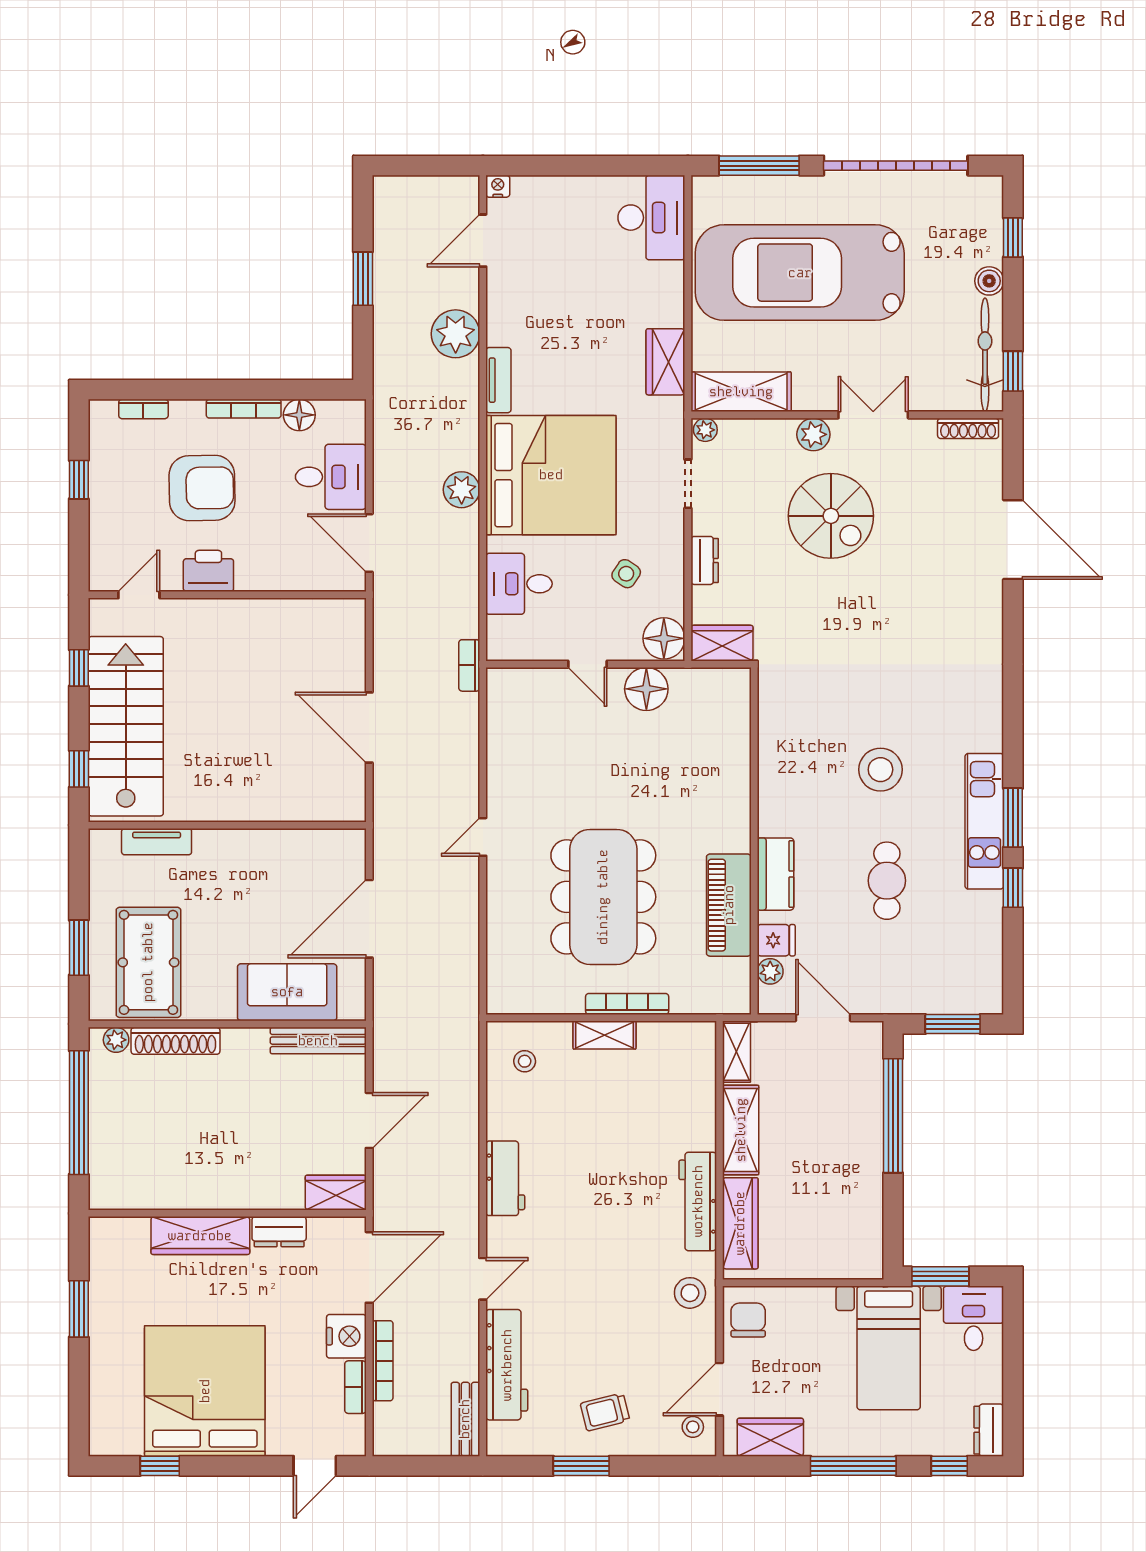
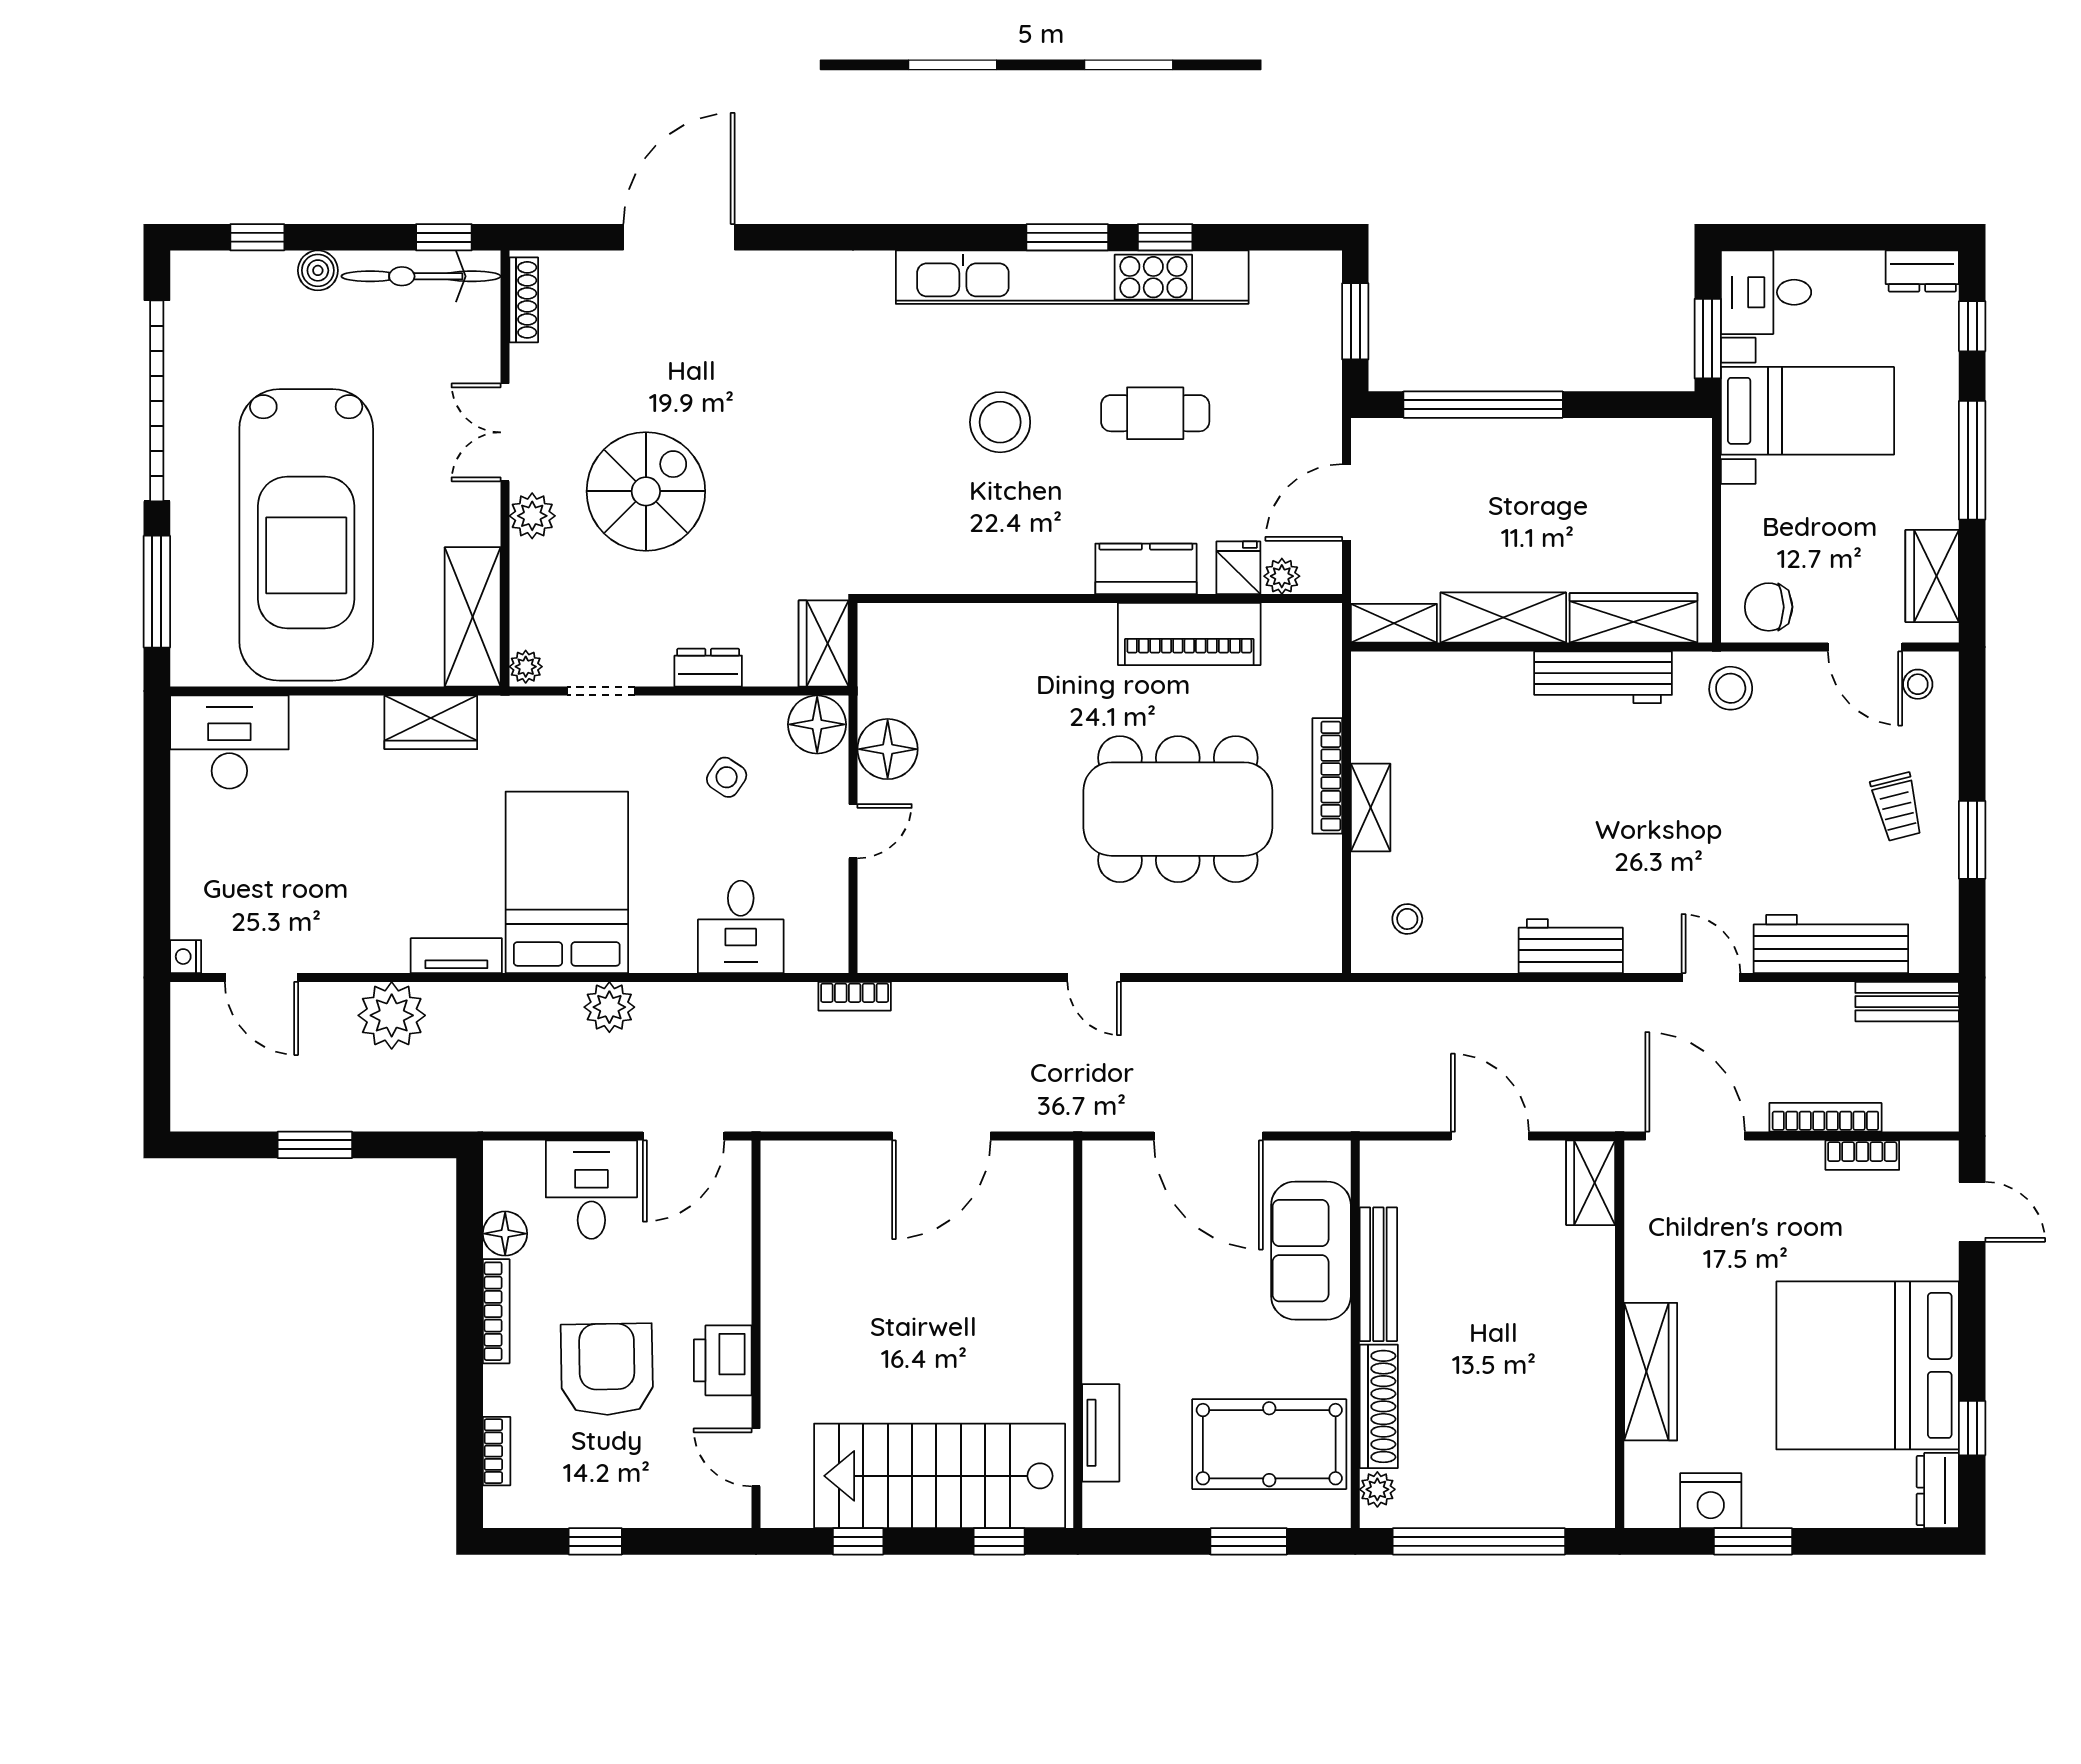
bed: (551, 475) -> (567, 882), width x0.73
kitchen unit: (984, 821) -> (1072, 277), width x1.86
bench: (318, 1041) -> (1378, 1274), moved
dresser: (279, 1232) -> (1938, 1491), moved, turned 180
nightstand: (346, 1336) -> (1711, 1501), moved, turned 180

